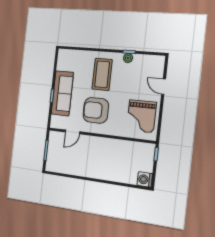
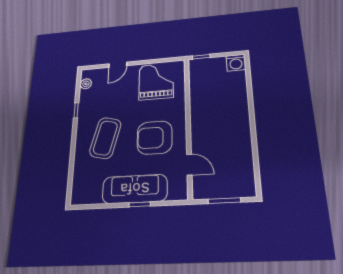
plant: (128, 58) -> (86, 84), moved
coffee table: (102, 74) -> (105, 138), turned -76
armchair: (96, 110) -> (155, 138), turned 90
grand piano: (141, 116) -> (156, 81), turned -90

